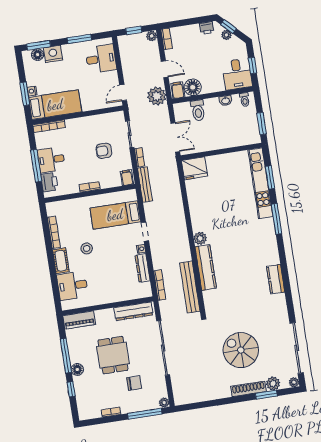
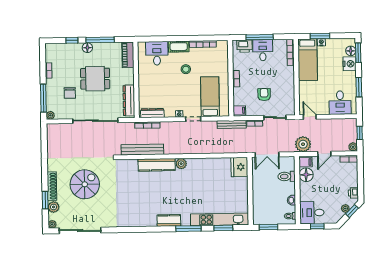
dresser: (143, 268) -> (152, 113), moved
kitchen counter: (276, 279) -> (169, 220), moved

